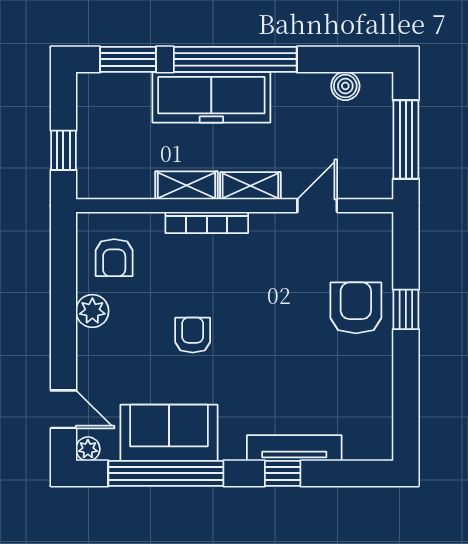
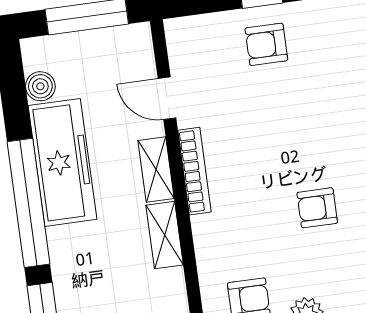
freezer: (211, 97) -> (62, 162), moved
bookcase: (207, 222) -> (195, 171), moved
armchair: (356, 308) -> (266, 44), width x0.72, depth x0.72

